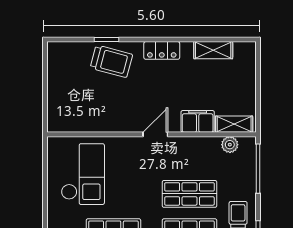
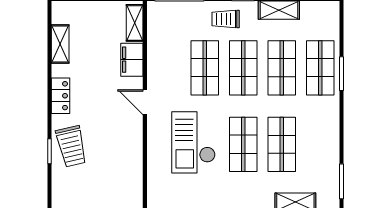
trolley: (111, 61) -> (71, 146), turned 152
plant: (230, 145) -> (155, 27), removed
checkout: (83, 174) -> (193, 142), moved, turned -90

